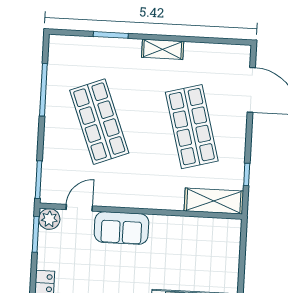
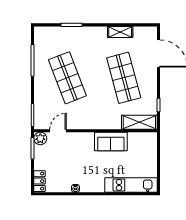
shelving: (163, 49) -> (120, 32), moved
sofa: (121, 228) -> (111, 142), moved

